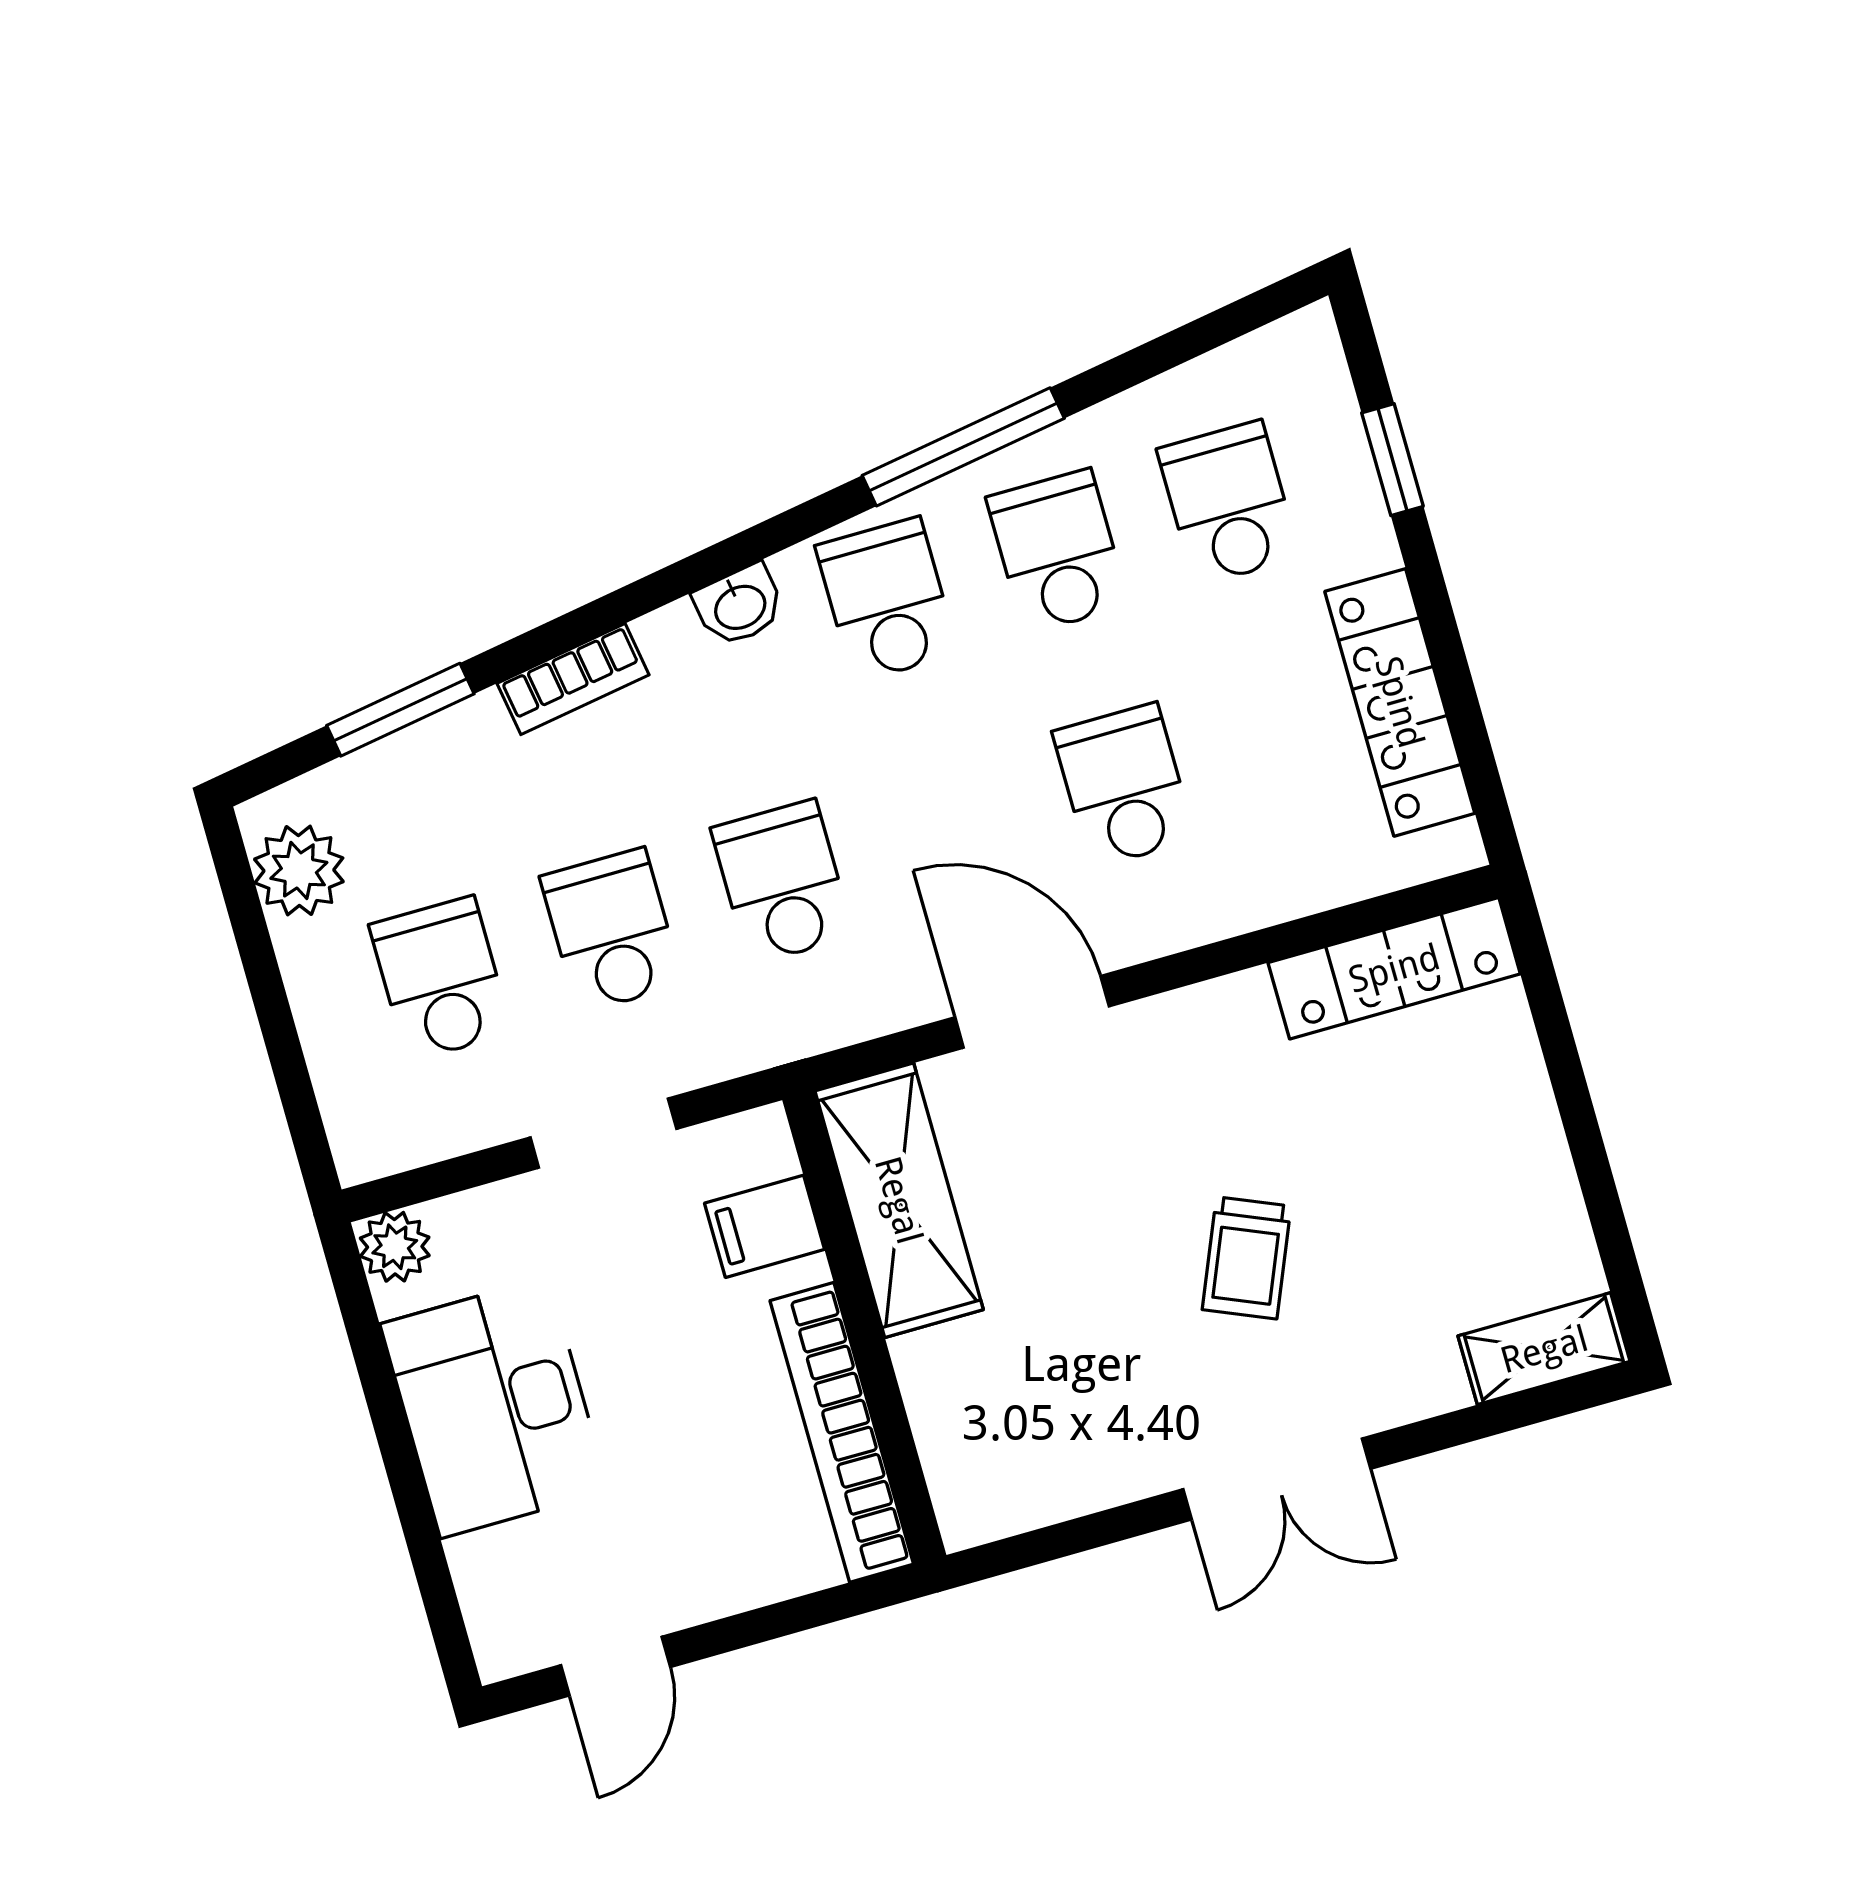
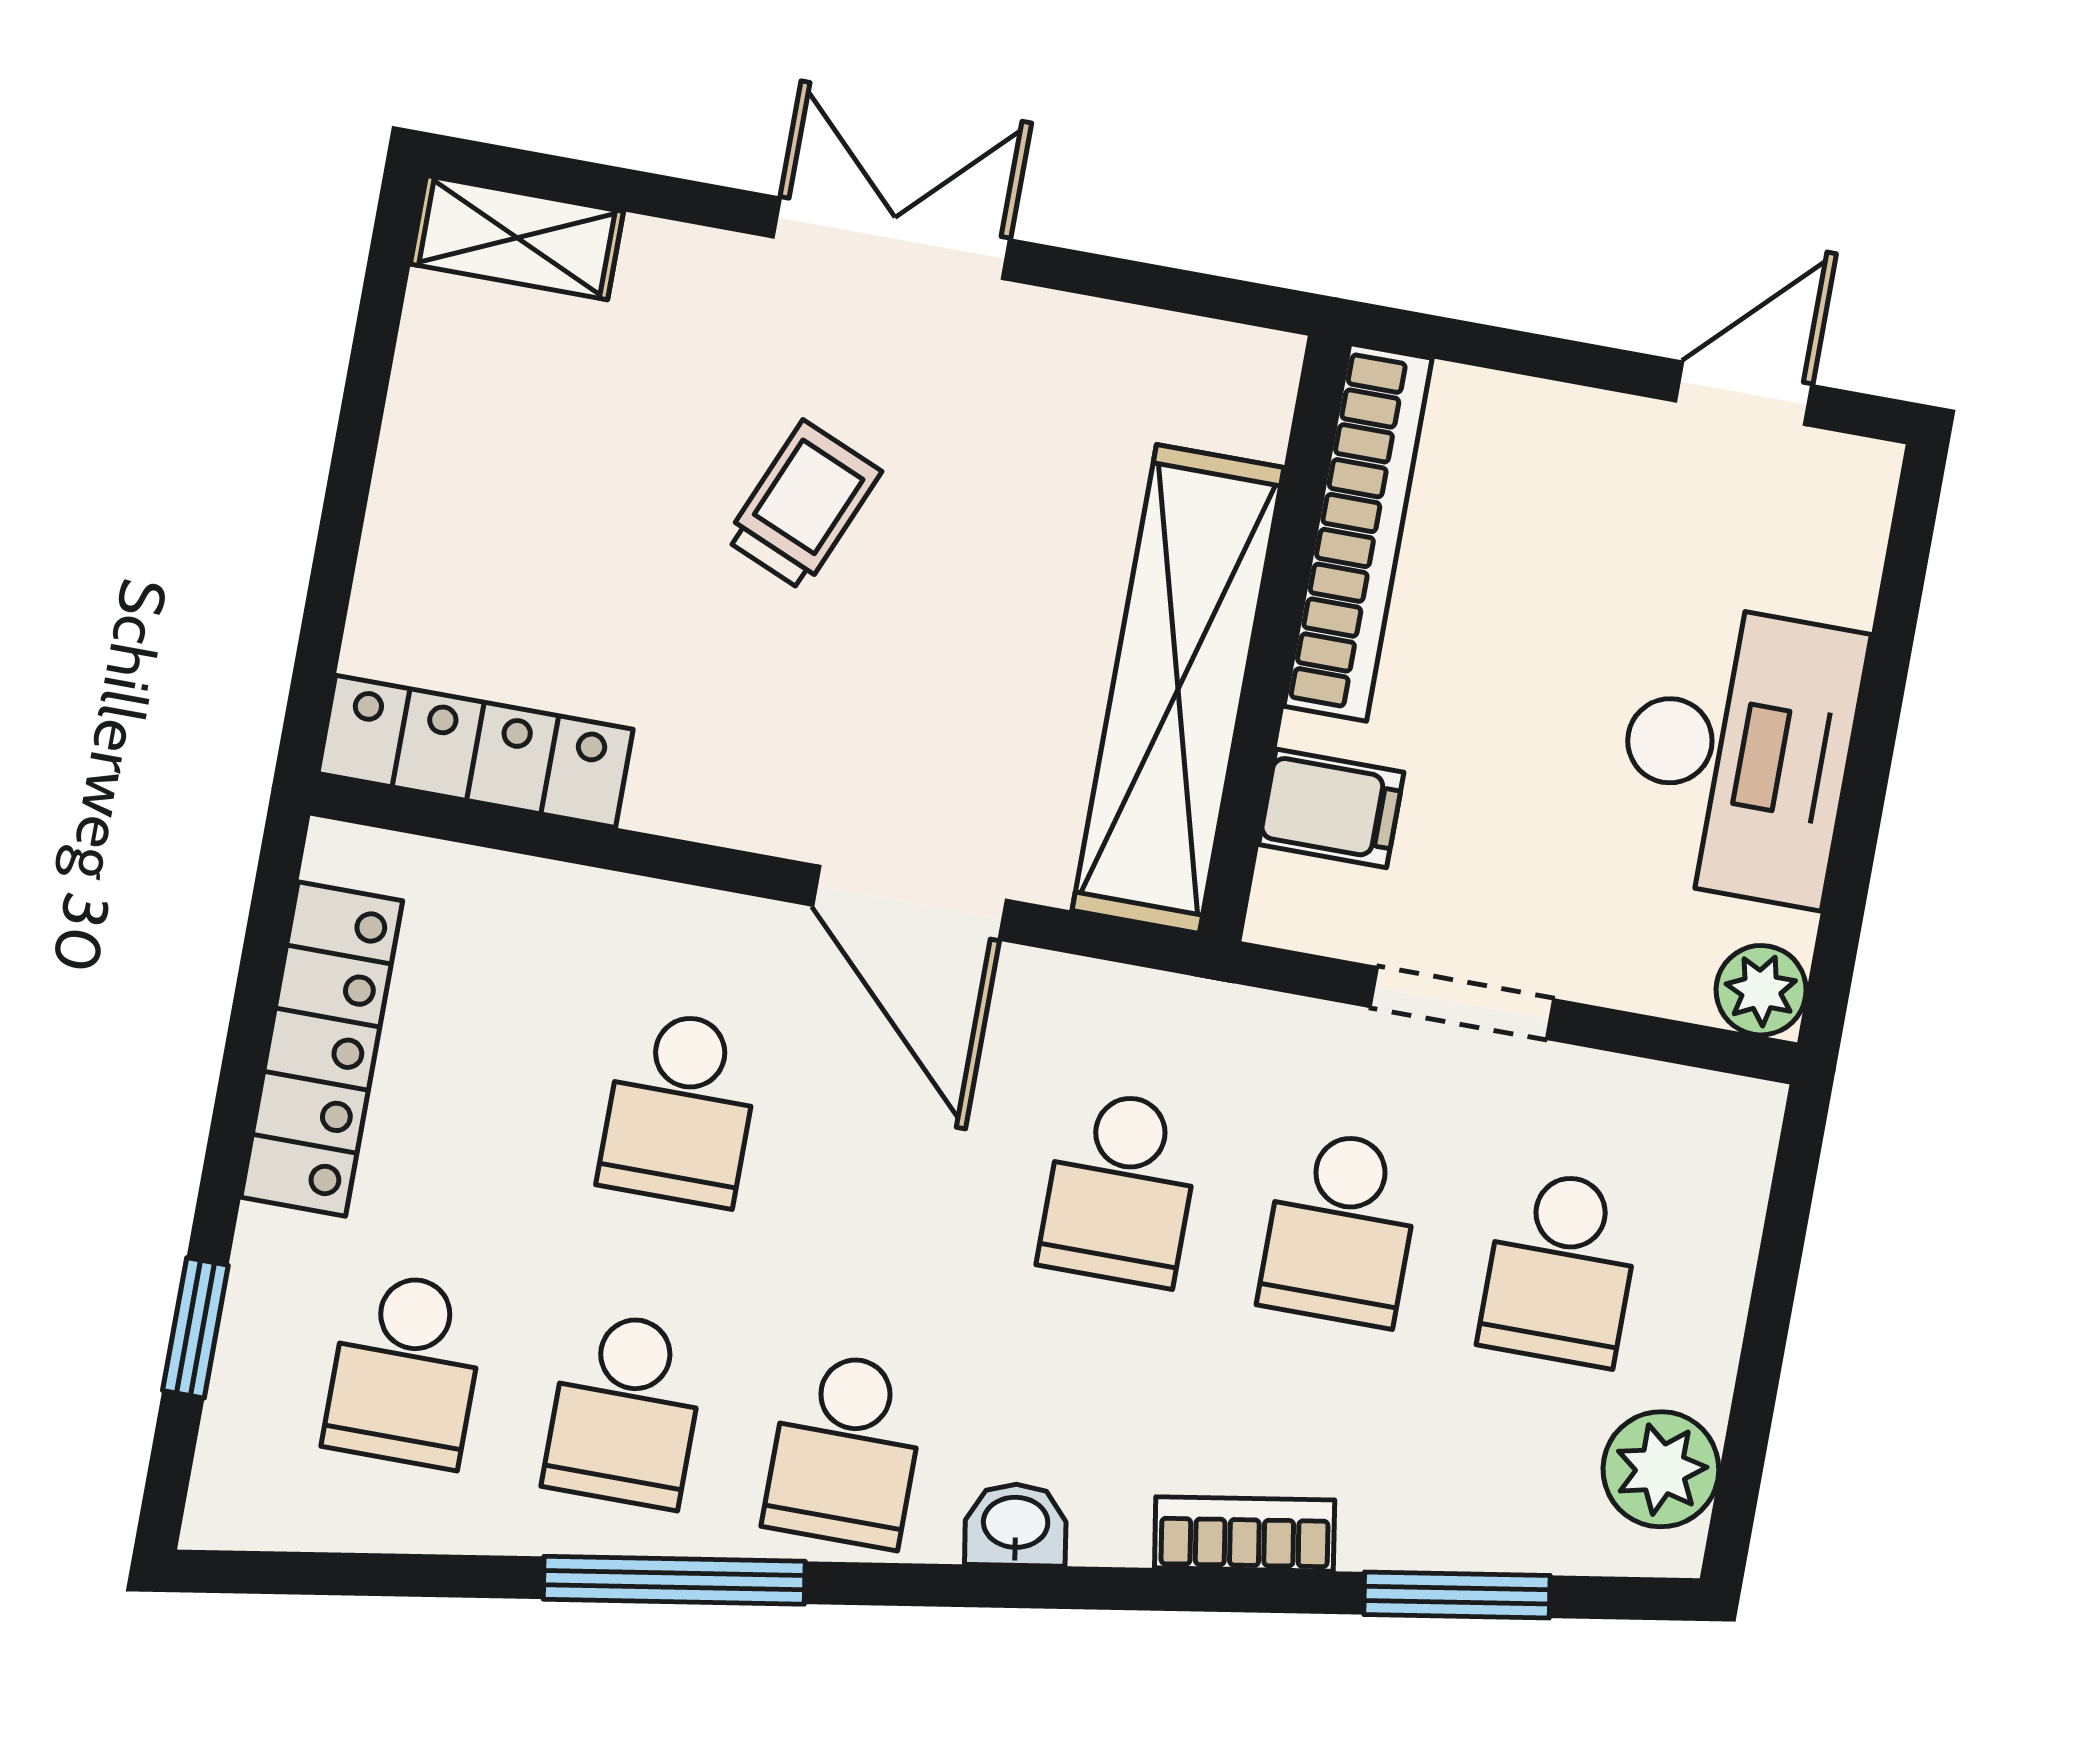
shelving: (899, 1200) -> (1178, 689), width x1.47

